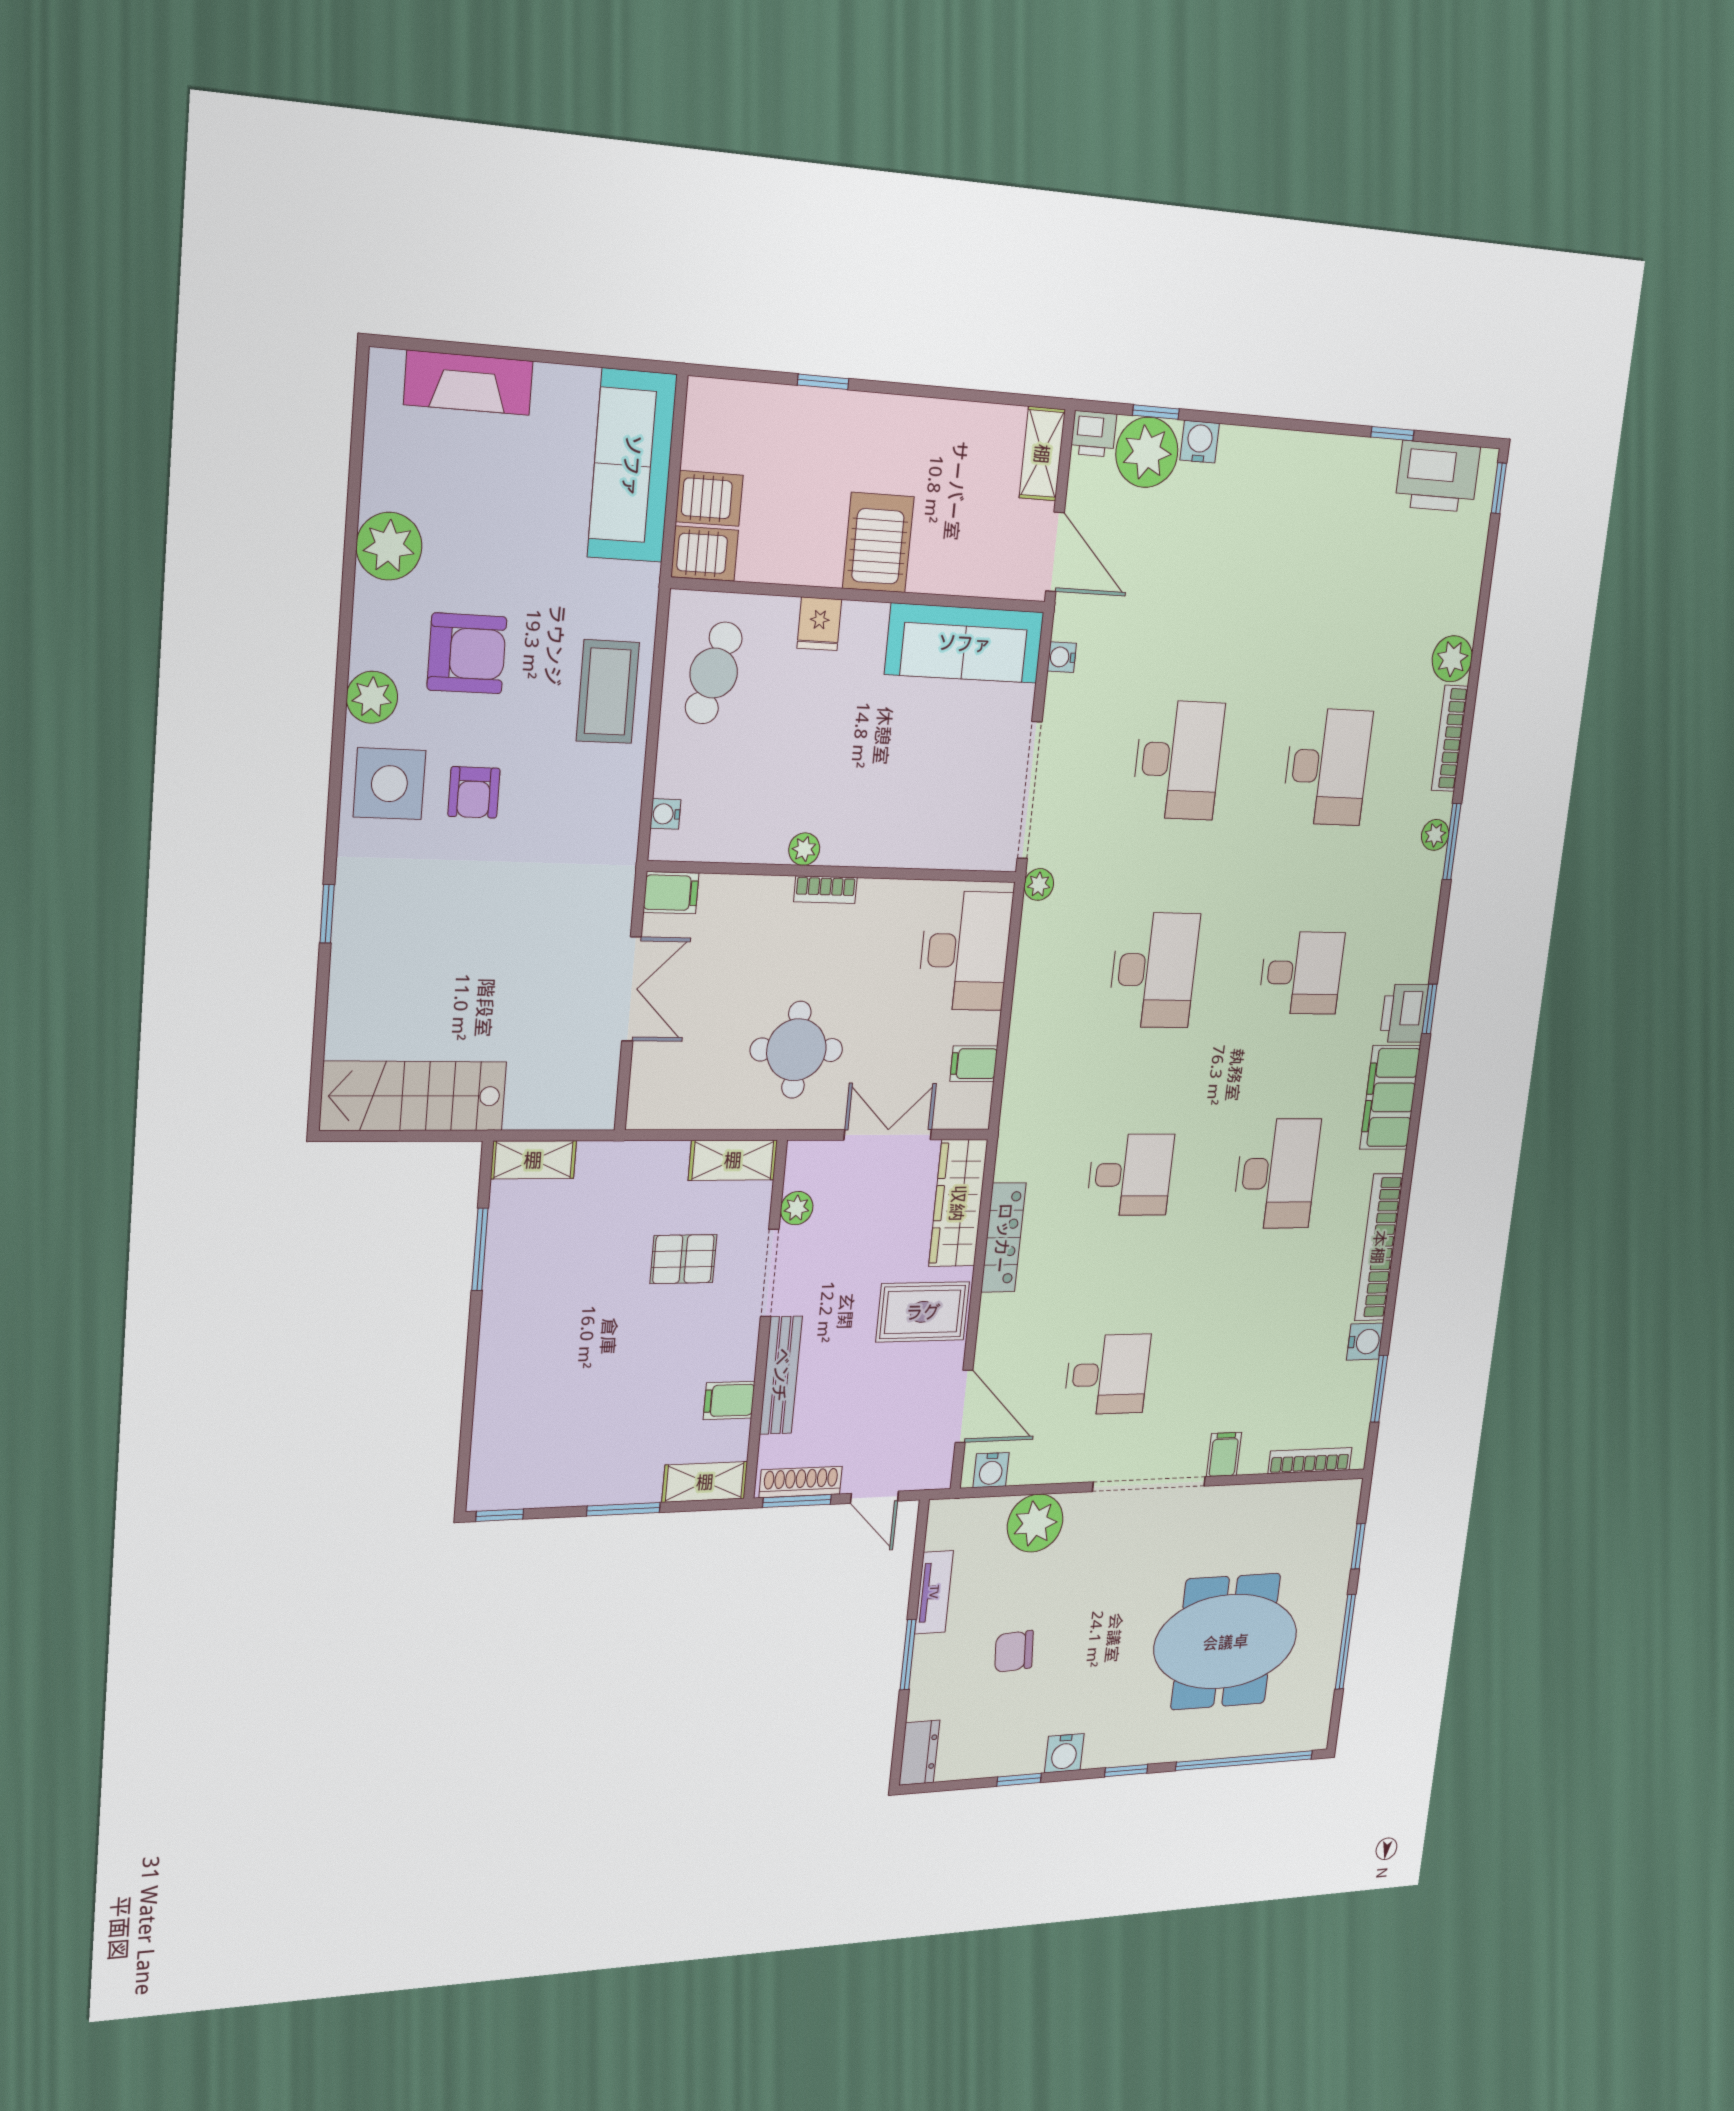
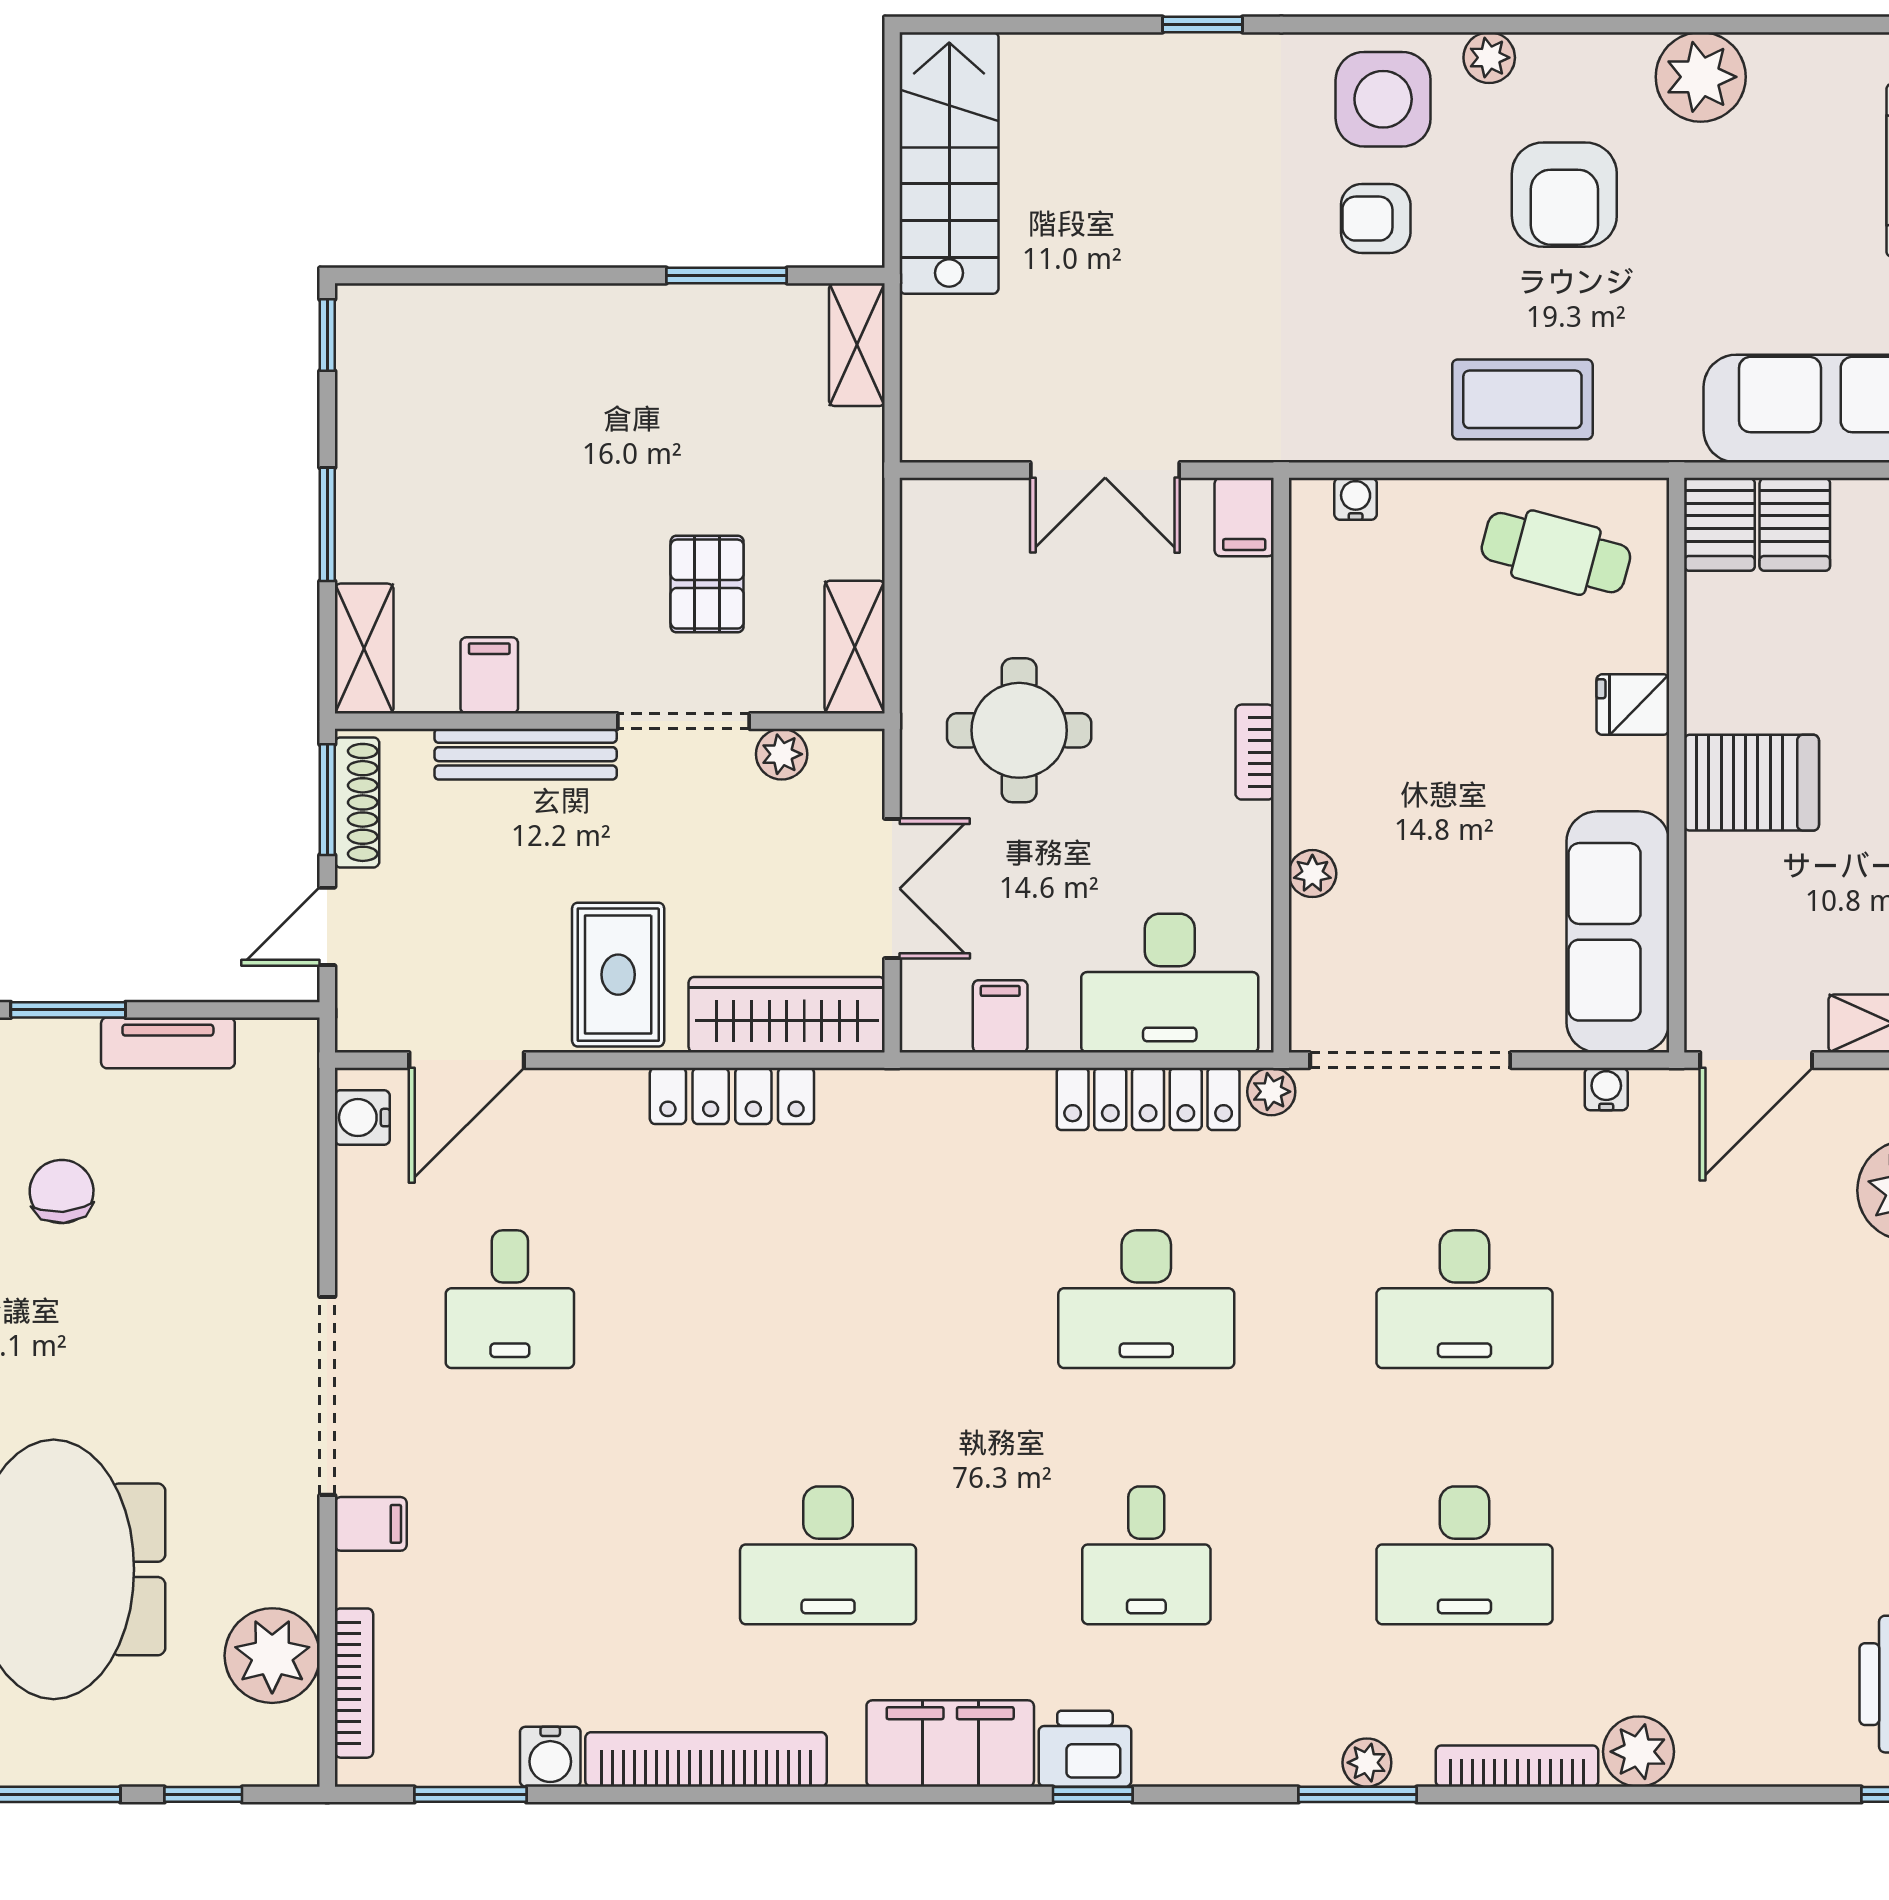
plant: (372, 697) -> (1489, 58), width x0.73, depth x0.73
plant: (804, 849) -> (1312, 874), moved
locker: (1034, 967) -> (1148, 1099), added
desk: (1130, 1175) -> (828, 1299), removed
plant: (1035, 1523) -> (272, 1656), moved

